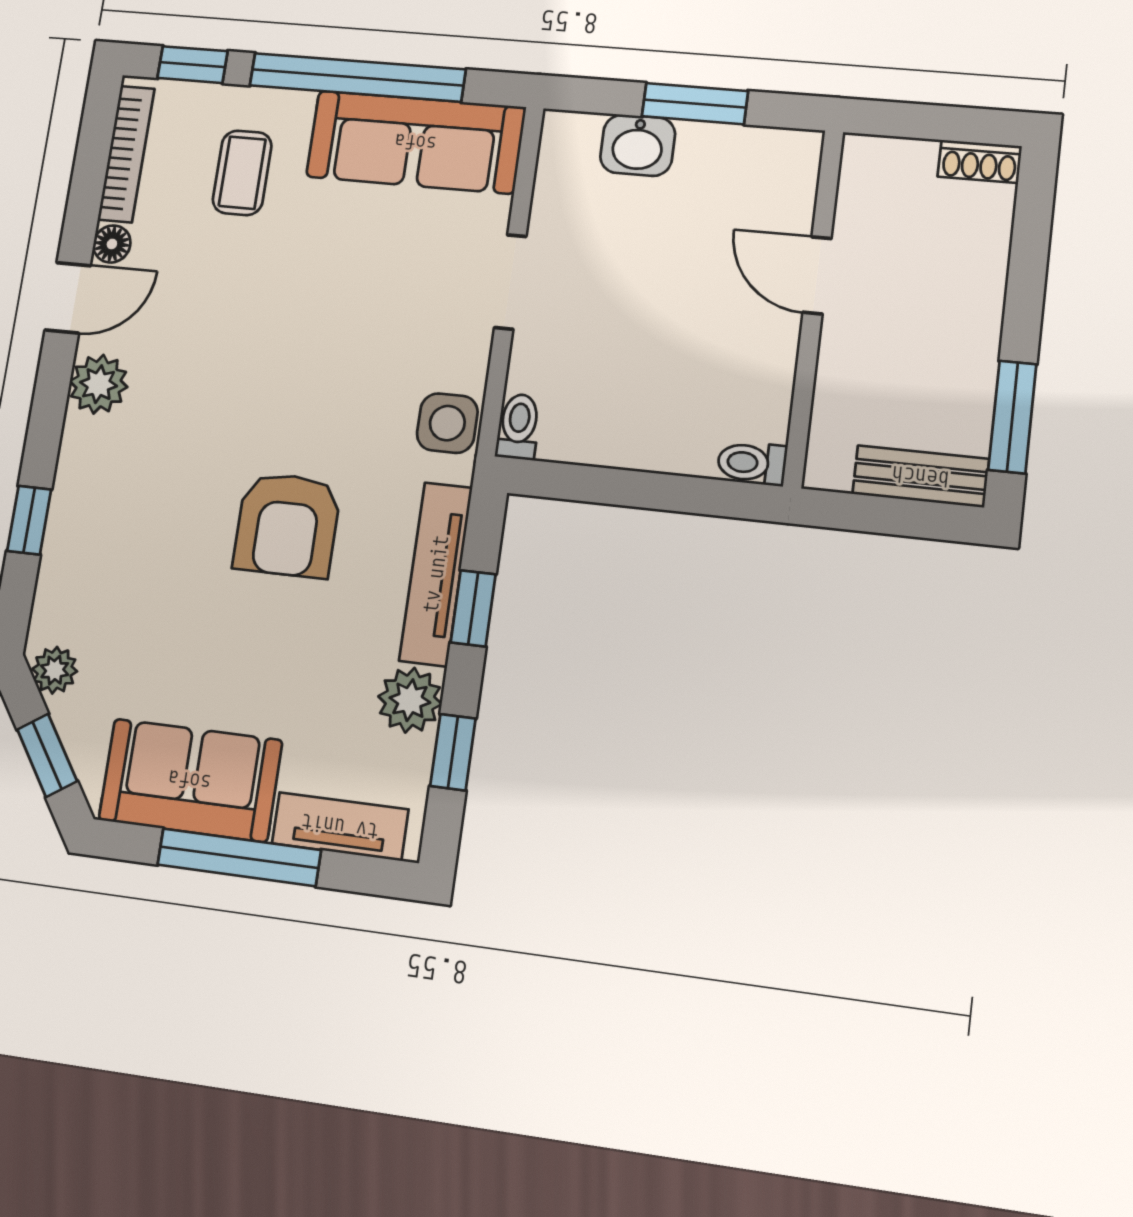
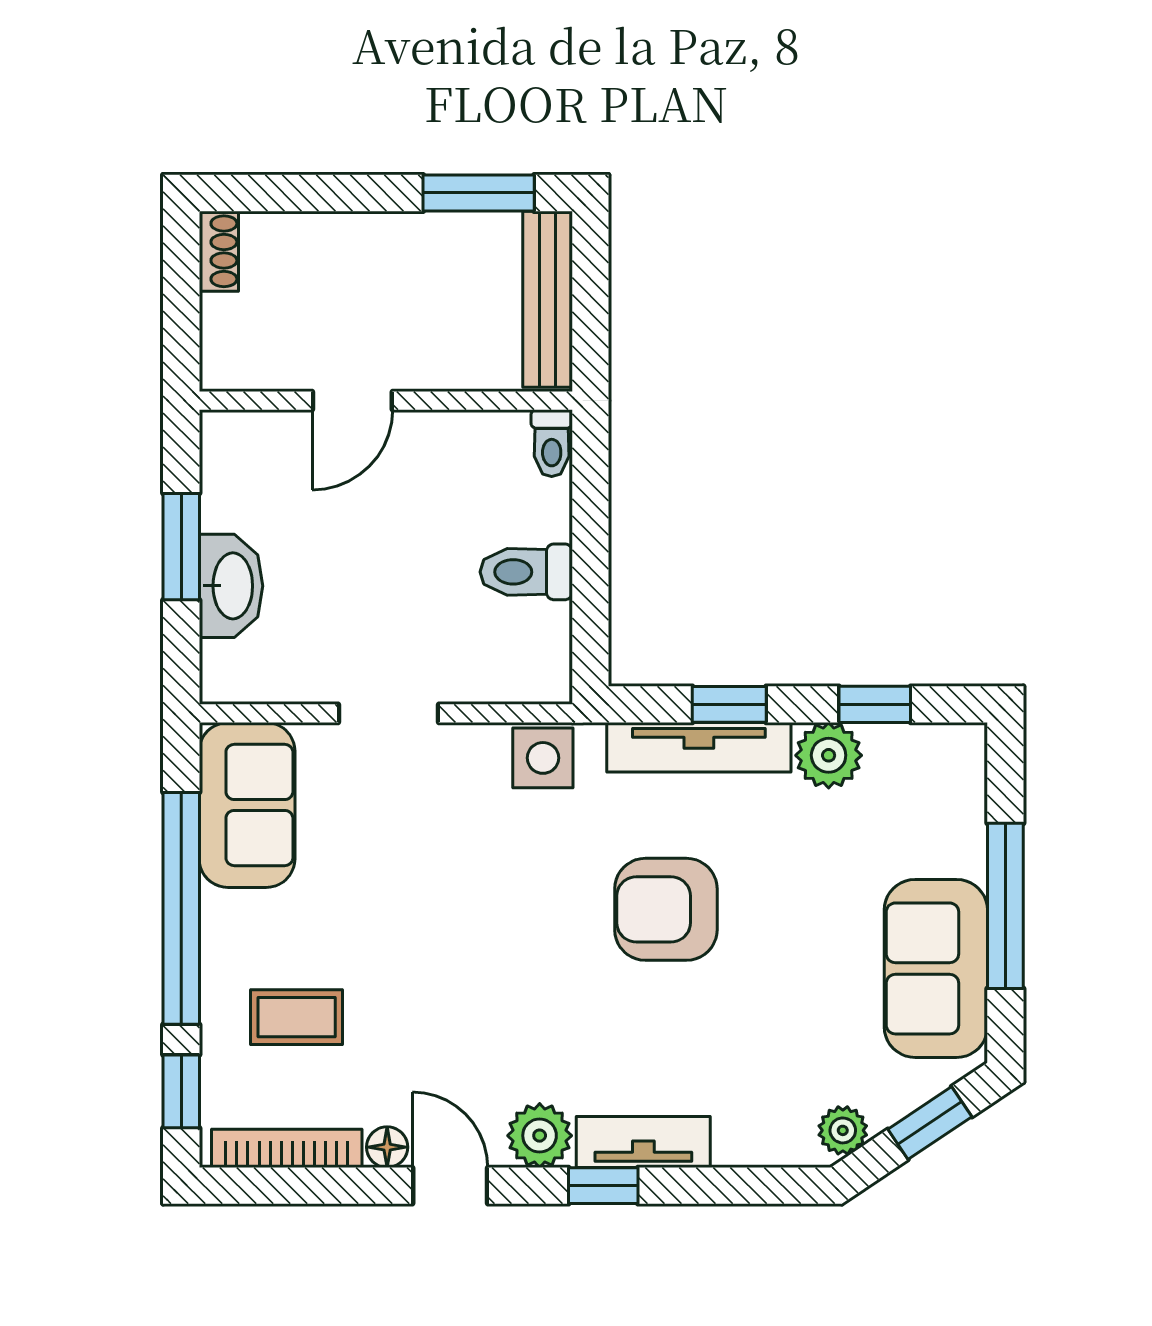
sofa: (416, 142) -> (247, 805), width x0.73
washbasin: (638, 145) -> (231, 586), width x1.38
toilet: (518, 427) -> (526, 572), moved, width x1.37, depth x1.39
bench: (921, 476) -> (548, 299), width x1.36
window: (29, 520) -> (603, 1186), moved
armchair: (287, 525) -> (666, 909), turned 180
tv unit: (340, 826) -> (643, 1142), moved, turned 90

